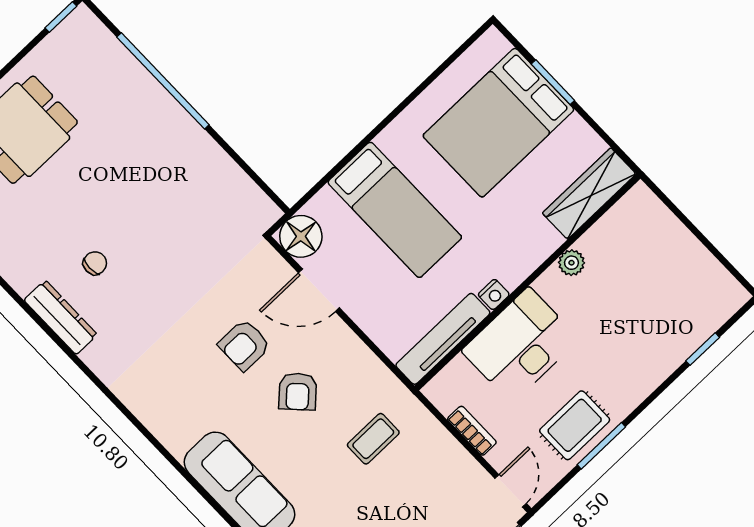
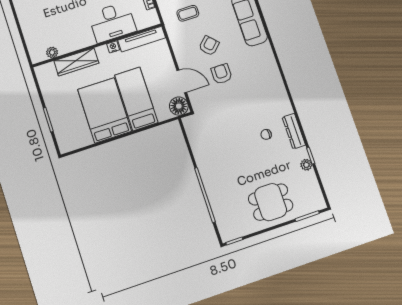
bed: (498, 123) -> (105, 110), moved, turned -90
wardrobe: (589, 194) -> (76, 62), moved
plant: (571, 263) -> (52, 52), moved
dresser: (61, 317) -> (294, 131), moved
armchair: (244, 345) -> (221, 74), turned -90

